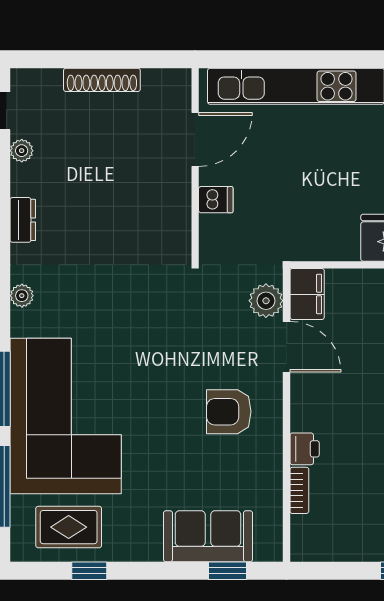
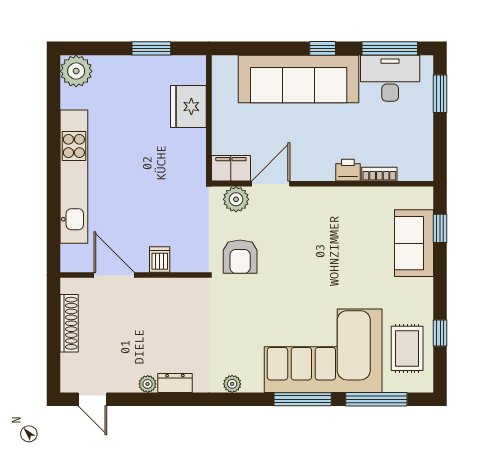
door: (195, 139) -> (114, 275), moved
plant: (22, 151) -> (148, 384), moved
wall: (195, 165) -> (133, 275), moved
dishwasher: (216, 200) -> (160, 259), moved
armchair: (229, 412) -> (240, 257), moved

